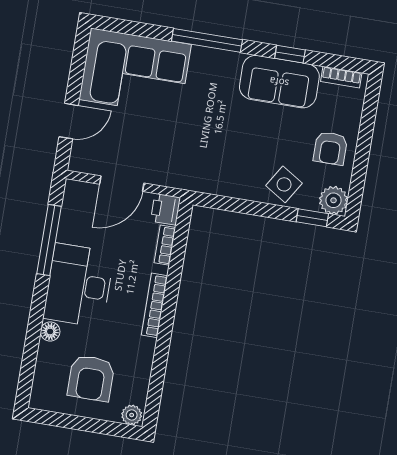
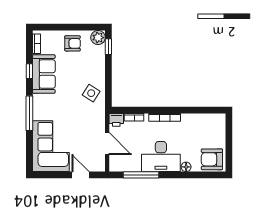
side table: (284, 184) -> (91, 93), moved
armchair: (91, 378) -> (212, 159), moved, turned 180
plant: (132, 415) -> (221, 120), removed

